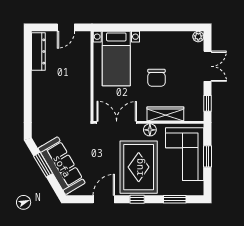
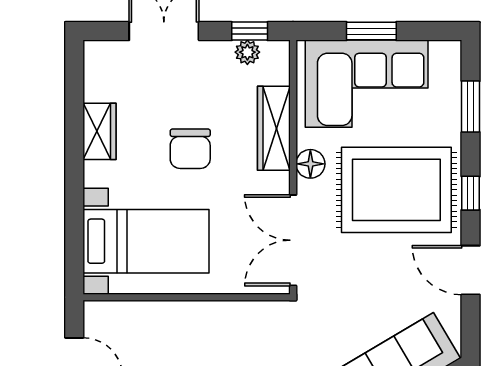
plant: (198, 37) -> (247, 52), moved
wardrobe: (164, 38) -> (99, 131), added
chair: (156, 78) -> (190, 149), turned 90

